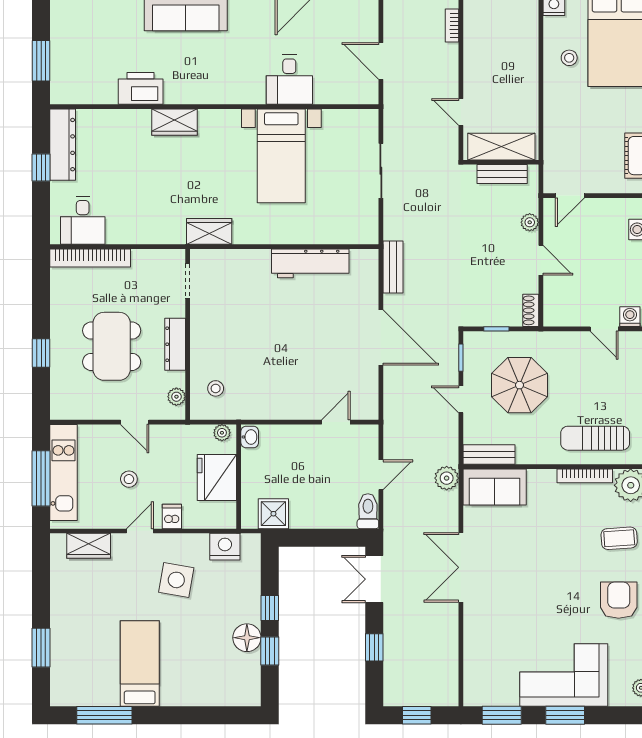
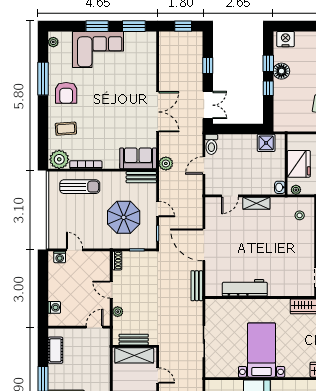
shelving: (290, 409) -> (256, 203), added
nightstand: (225, 547) -> (286, 39), moved, turned 180

